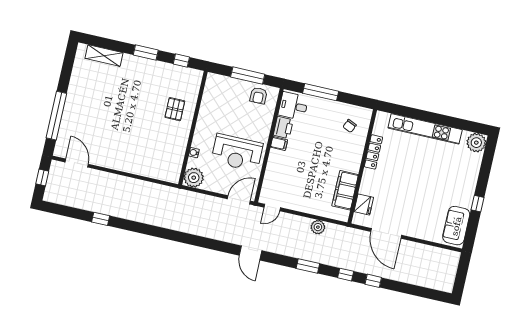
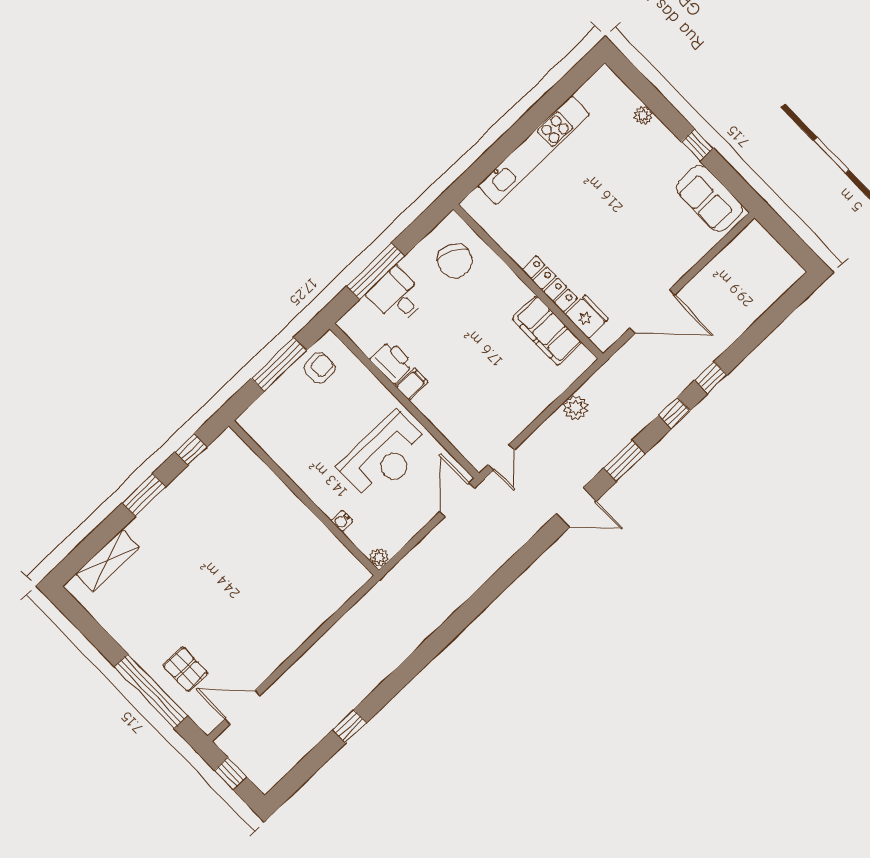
armchair: (258, 96) -> (320, 368), turned -90
desk: (293, 106) -> (397, 296), moved, turned 90
pallet: (175, 109) -> (185, 669), moved
chair: (350, 126) -> (455, 261), width x1.87, depth x1.87
plant: (476, 143) -> (643, 115), moved, width x0.53, depth x0.53
locker: (373, 152) -> (550, 284), moved
plant: (194, 178) -> (379, 557), width x0.53, depth x0.53
door: (251, 253) -> (576, 507), moved

